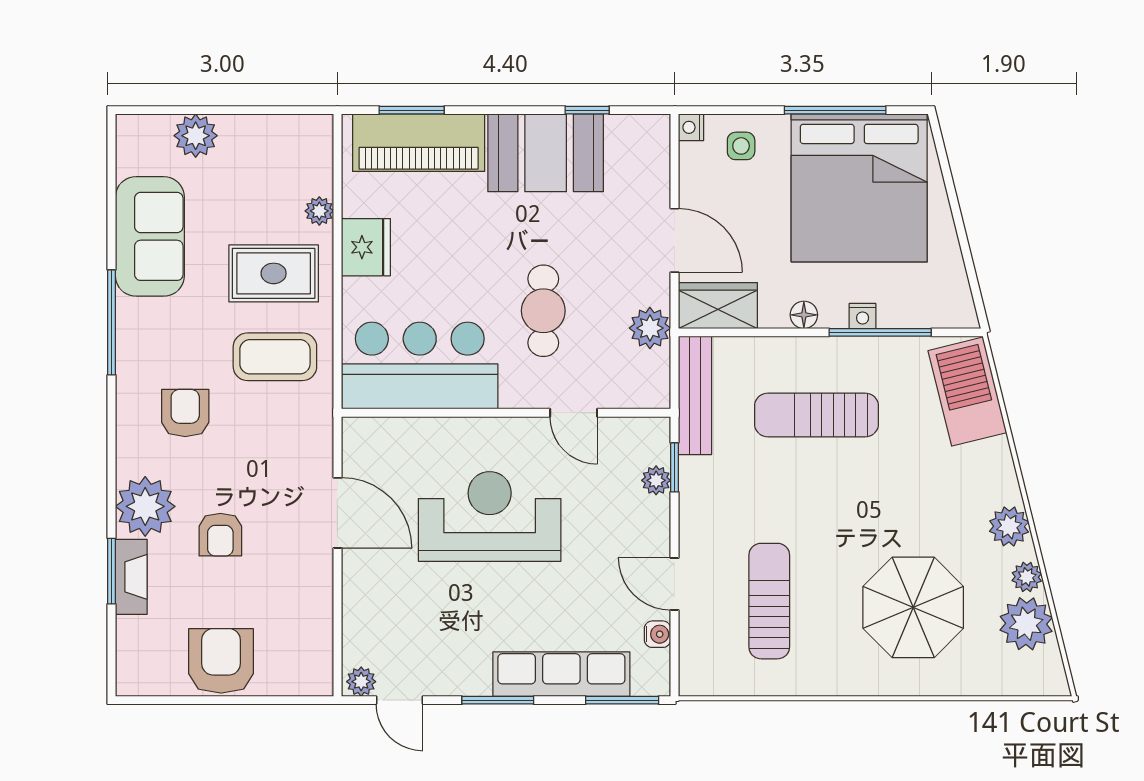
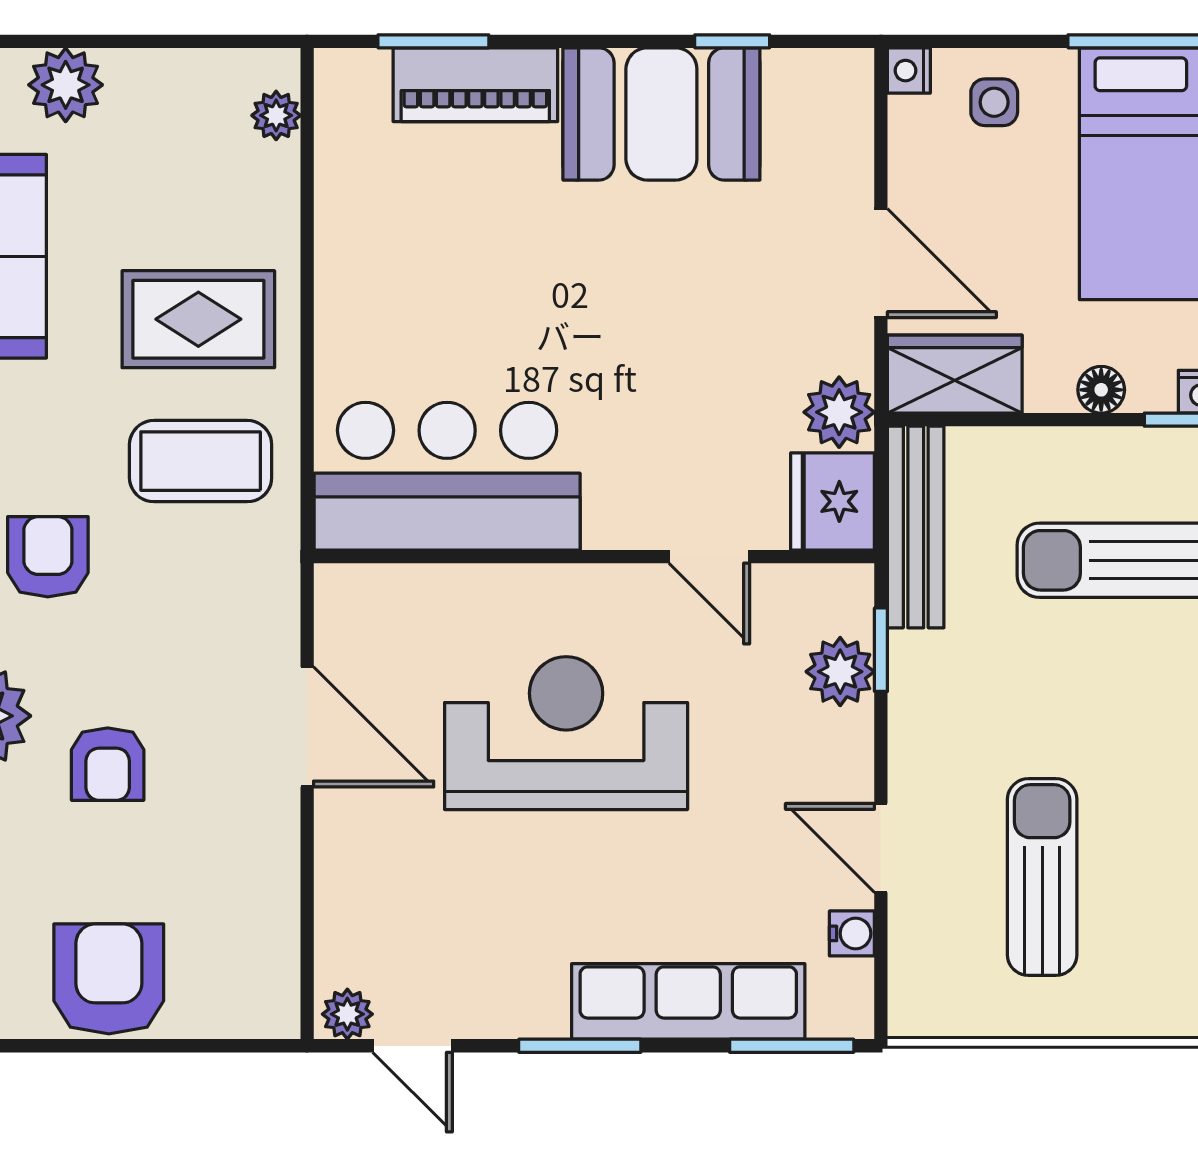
piano: (419, 143) -> (475, 85), width x0.73, depth x0.75
plant: (319, 211) -> (276, 115), moved
fridge: (366, 247) -> (833, 501), moved, turned 180
cafe table: (543, 311) -> (658, 383), removed
plant: (656, 480) -> (840, 672), width x1.38, depth x1.38

